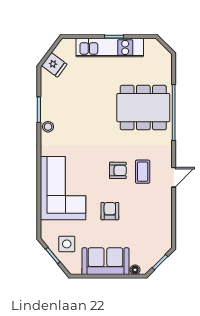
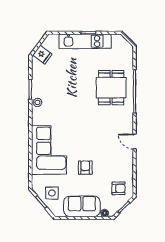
dining table: (143, 108) -> (111, 88), width x0.73
armchair: (118, 170) -> (119, 188), moved
coffee table: (143, 172) -> (111, 137), removed
door: (174, 177) -> (135, 141), swing flipped

